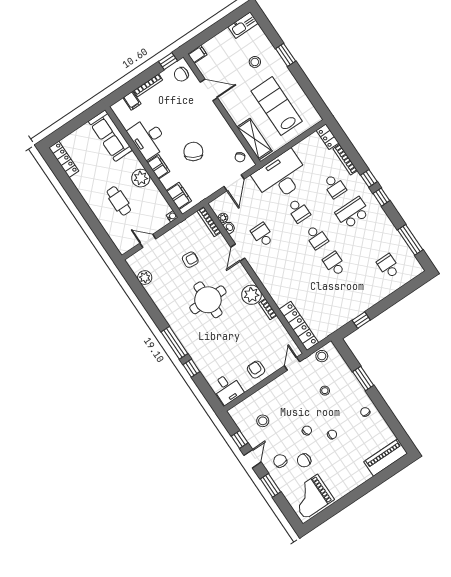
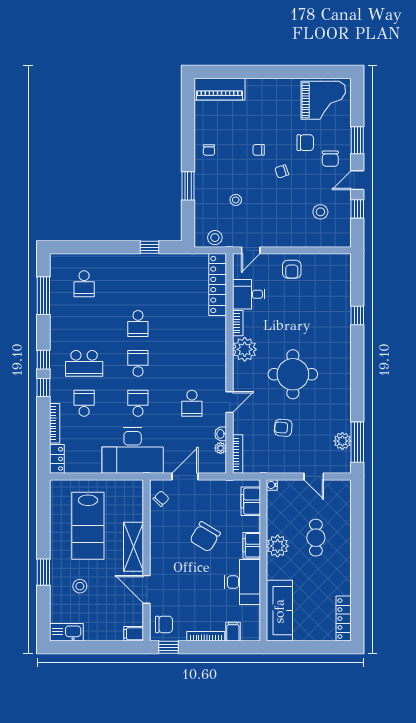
shelving: (255, 139) -> (134, 547), moved
window: (174, 343) -> (357, 442), moved
desk: (227, 389) -> (249, 294), moved, turned -90

